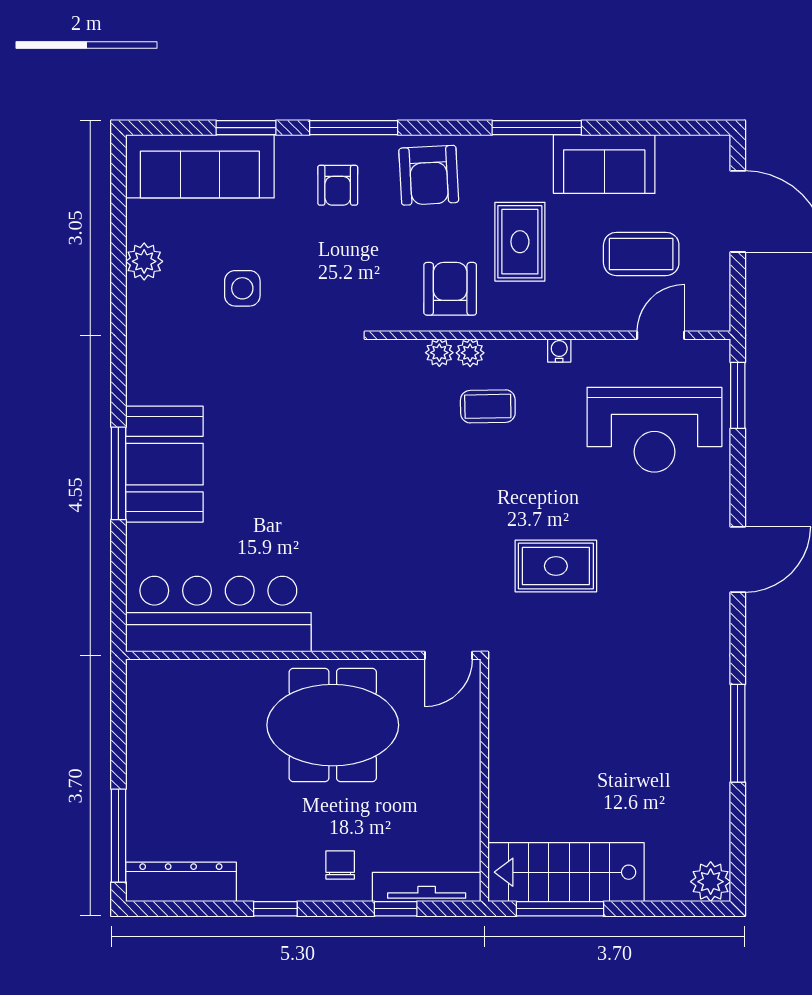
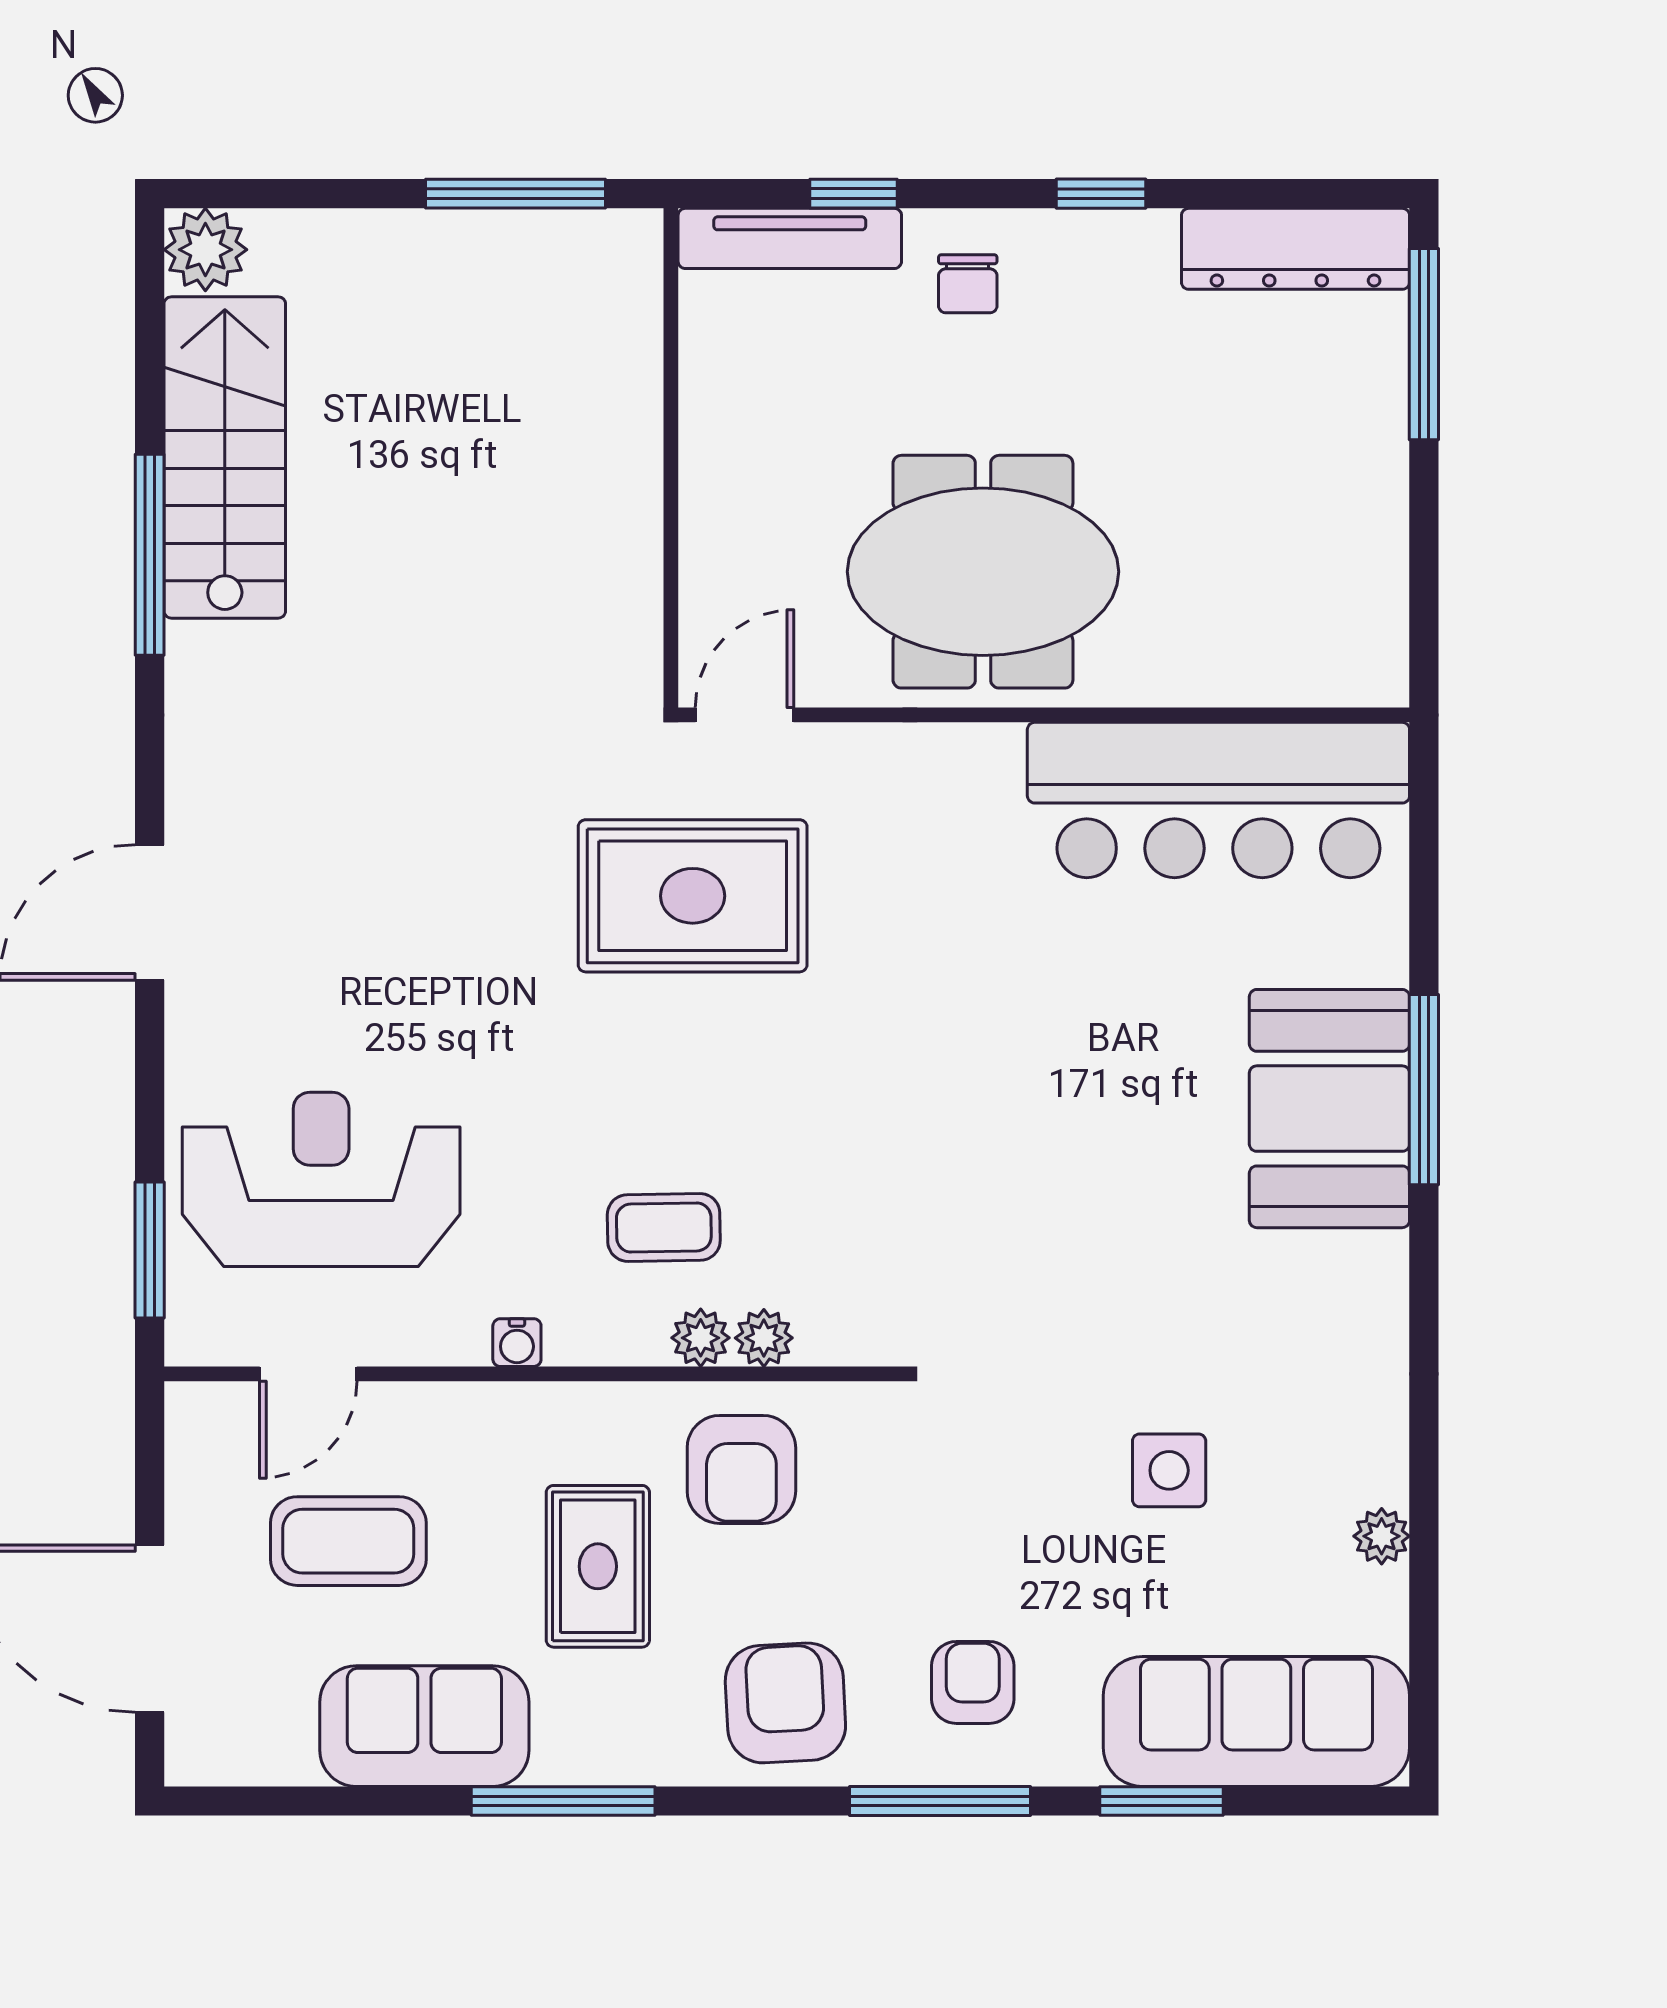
plant: (144, 261) -> (1382, 1536), width x0.73, depth x0.73
rug: (556, 566) -> (693, 896), moved, width x1.36, depth x1.43
stairs: (566, 872) -> (225, 457), moved, turned -90

